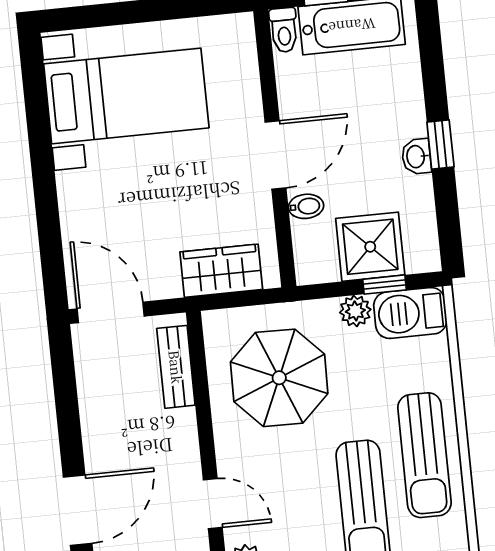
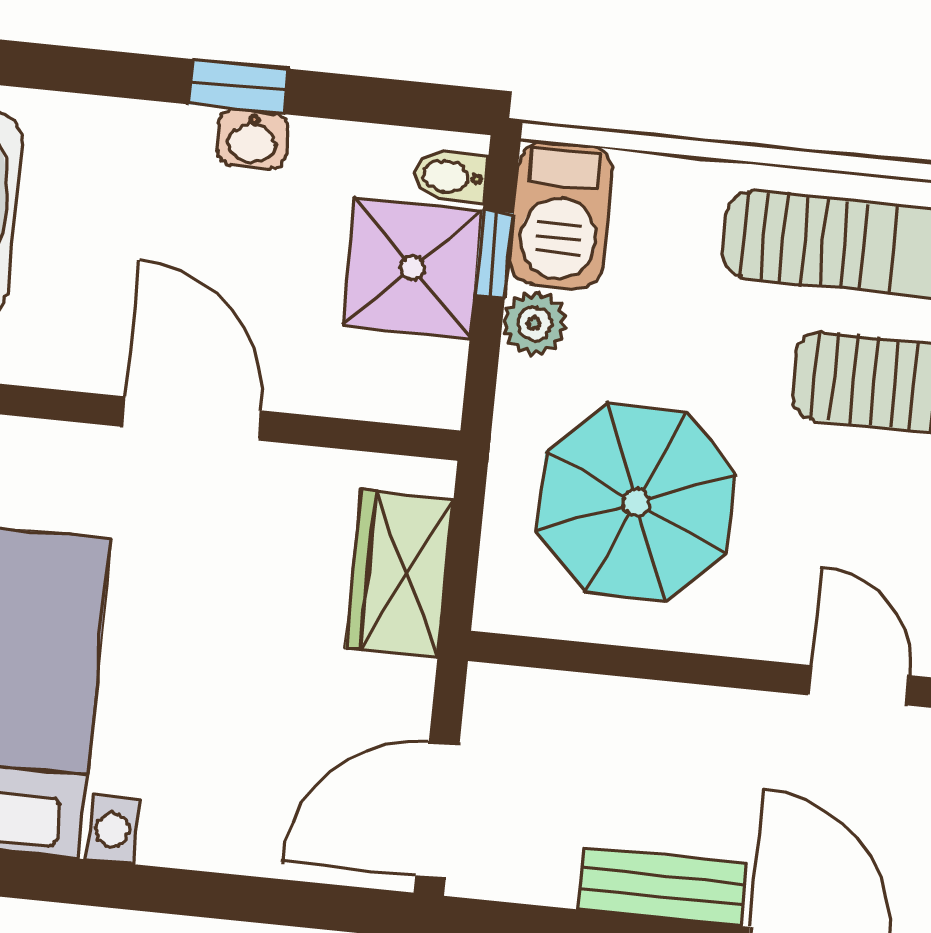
bidet: (306, 206) -> (450, 176), moved, turned -90
bench: (176, 367) -> (662, 887), moved
door: (213, 504) -> (859, 685), hinge flipped

